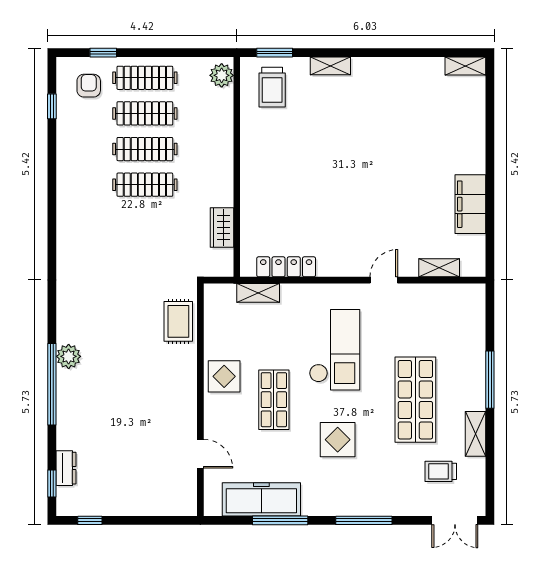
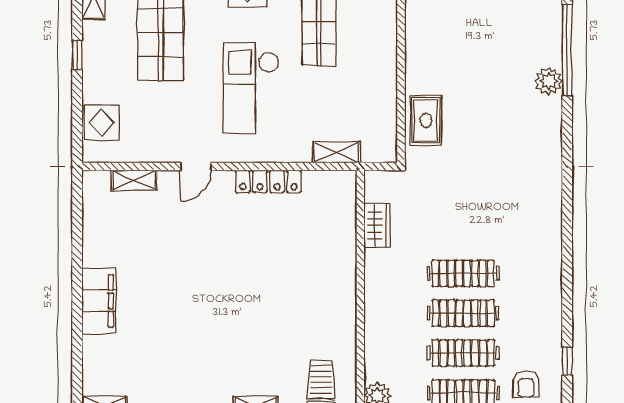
filing cabinet: (470, 204) -> (99, 301), moved
locker: (286, 267) -> (268, 181), moved
display table: (224, 376) -> (102, 123), moved
window: (490, 380) -> (77, 55), width x0.46

